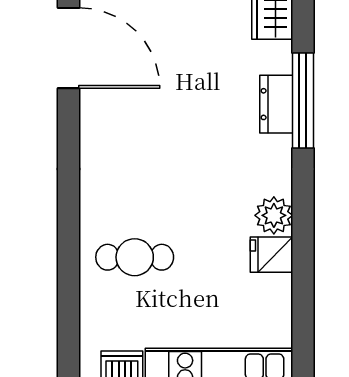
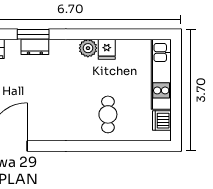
window: (303, 100) -> (33, 34), width x0.69

